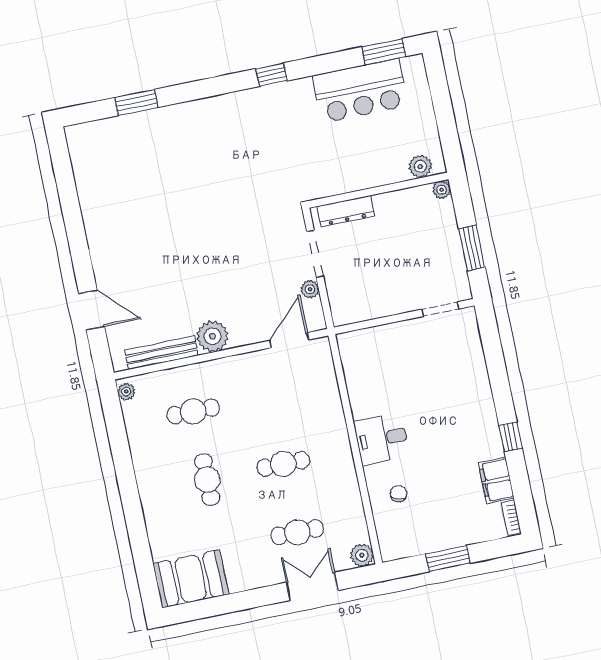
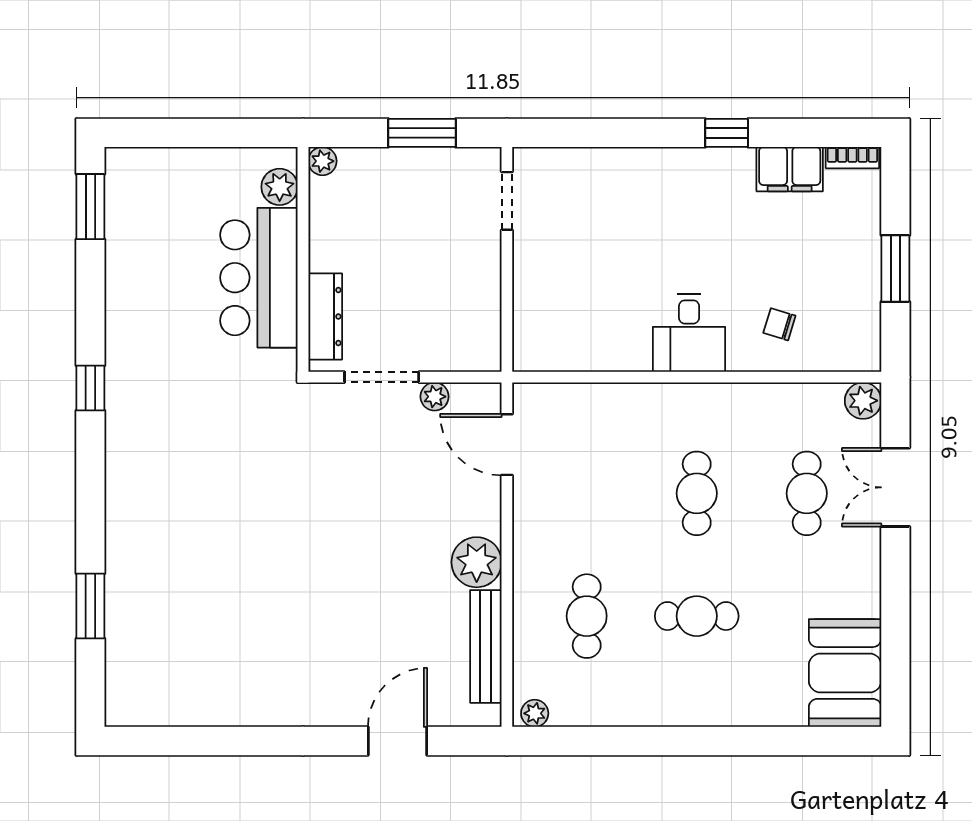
bar counter: (360, 91) -> (259, 278), moved, turned 180

